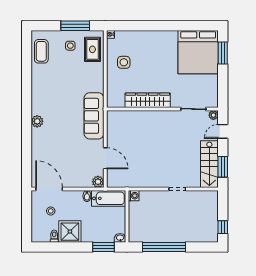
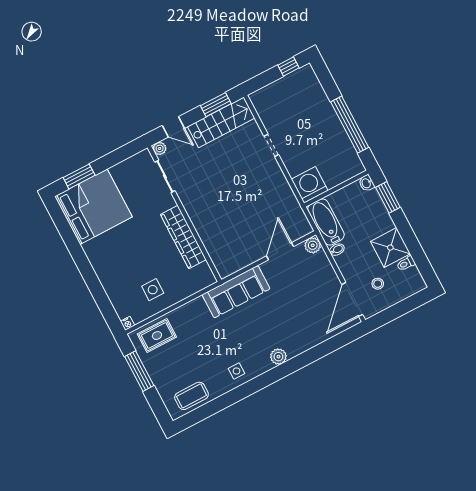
side table: (70, 46) -> (237, 371), moved
washing machine: (134, 196) -> (310, 185), width x1.89, depth x1.89

